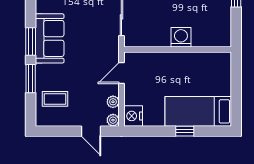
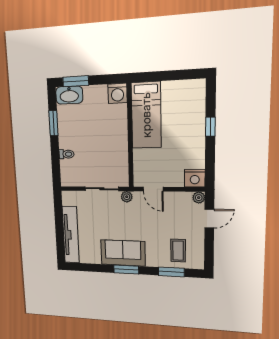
washing machine: (181, 37) -> (117, 93), moved, turned -90
window: (31, 79) -> (171, 272), moved
plant: (113, 102) -> (127, 197), moved
bed: (198, 111) -> (146, 115), moved

